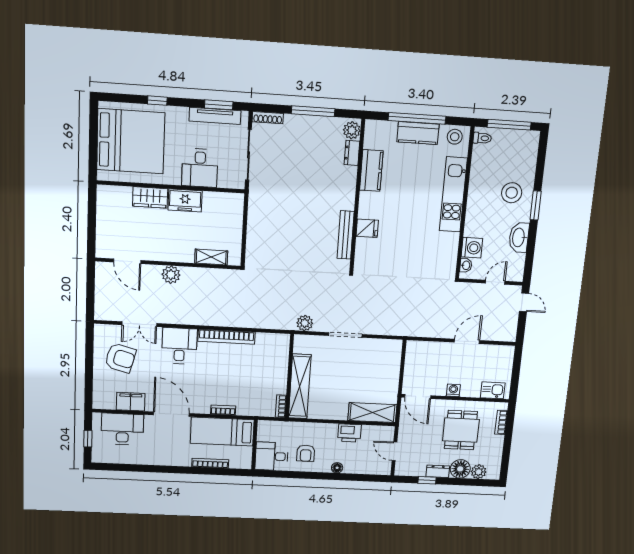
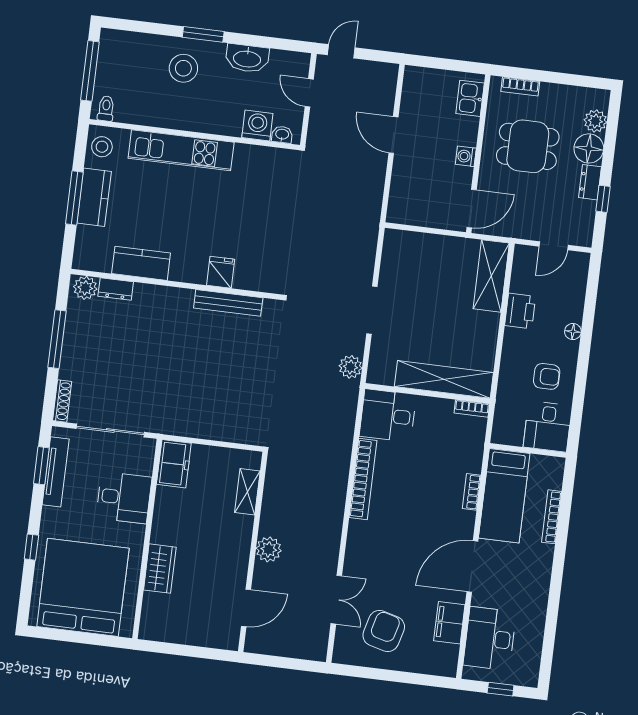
window: (417, 118) -> (74, 198), width x0.68
freezer: (185, 200) -> (174, 464), moved
desk: (179, 346) -> (388, 416), moved

